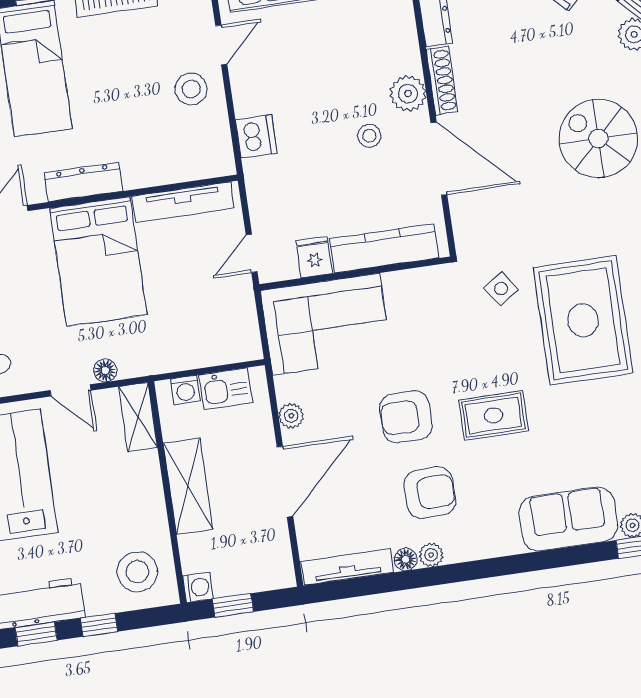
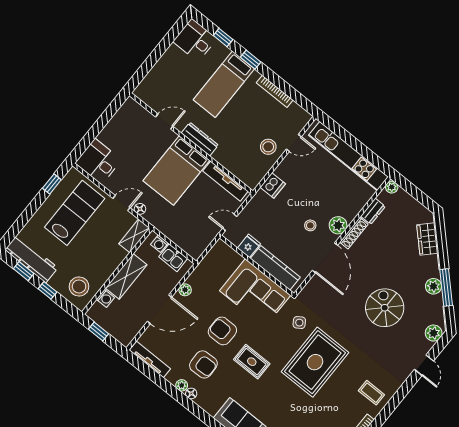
corner sofa: (326, 324) -> (255, 293), moved
door: (70, 390) -> (121, 203), swing flipped
floor lamp: (406, 559) -> (191, 393), moved
washing machine: (198, 587) -> (105, 298), moved

